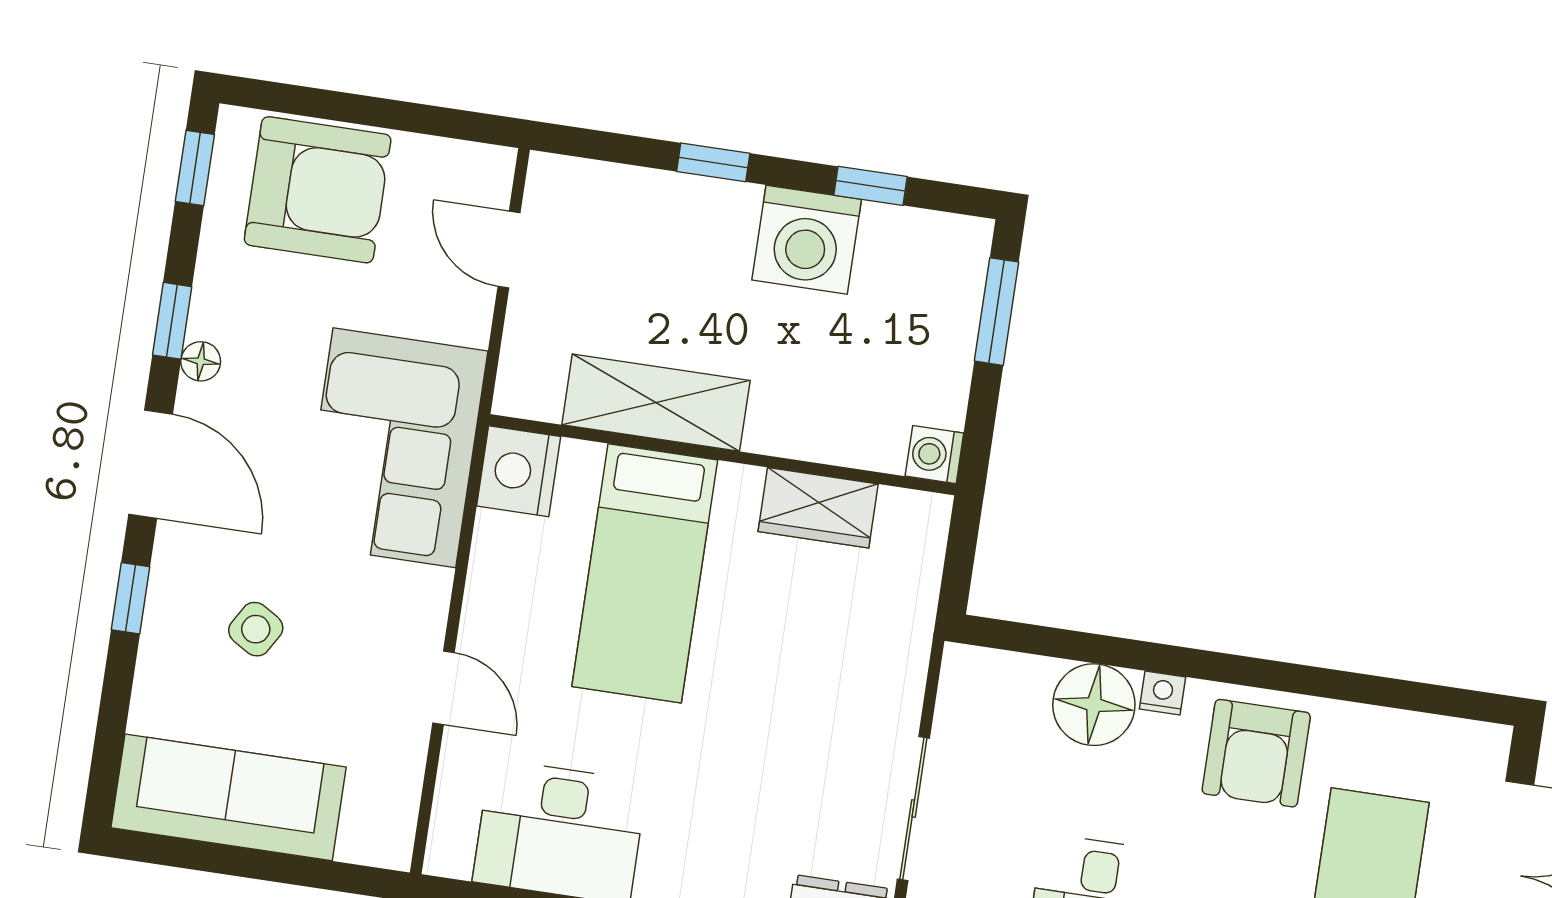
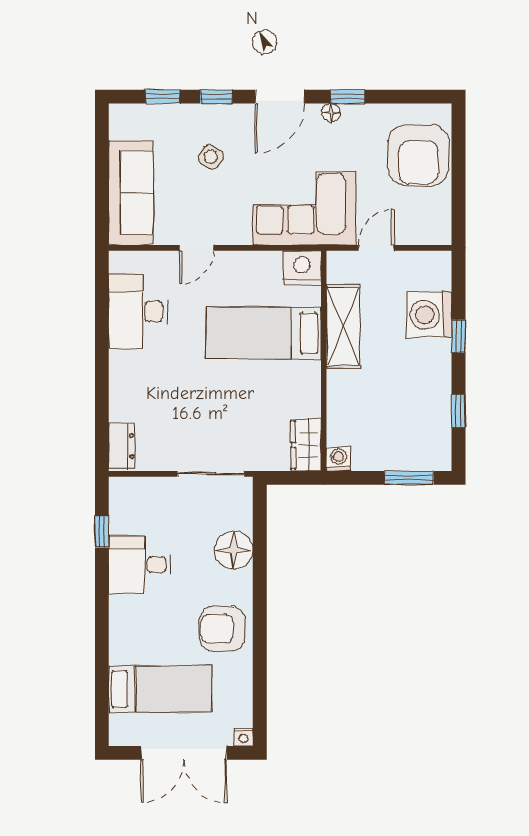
window: (195, 168) -> (163, 97), moved
washing machine: (807, 240) -> (429, 315), moved
door: (509, 250) -> (376, 248), moved
wardrobe: (818, 508) -> (306, 445), moved
nightstand: (1163, 693) -> (243, 737), moved, turned 90
sofa: (229, 797) -> (131, 193), moved
sliding door: (913, 809) -> (211, 474), moved

